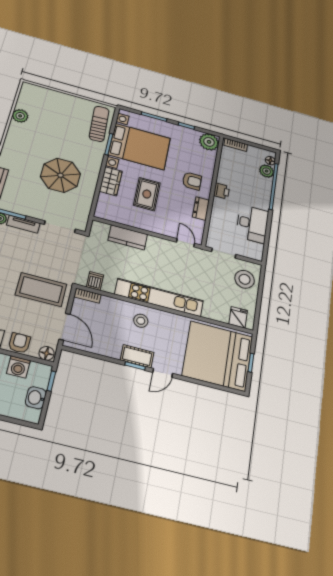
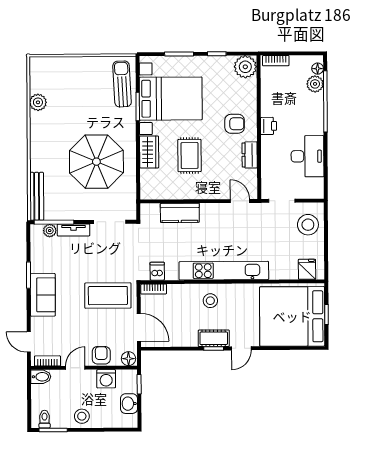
parasol: (61, 175) -> (96, 162), width x1.36, depth x1.36

